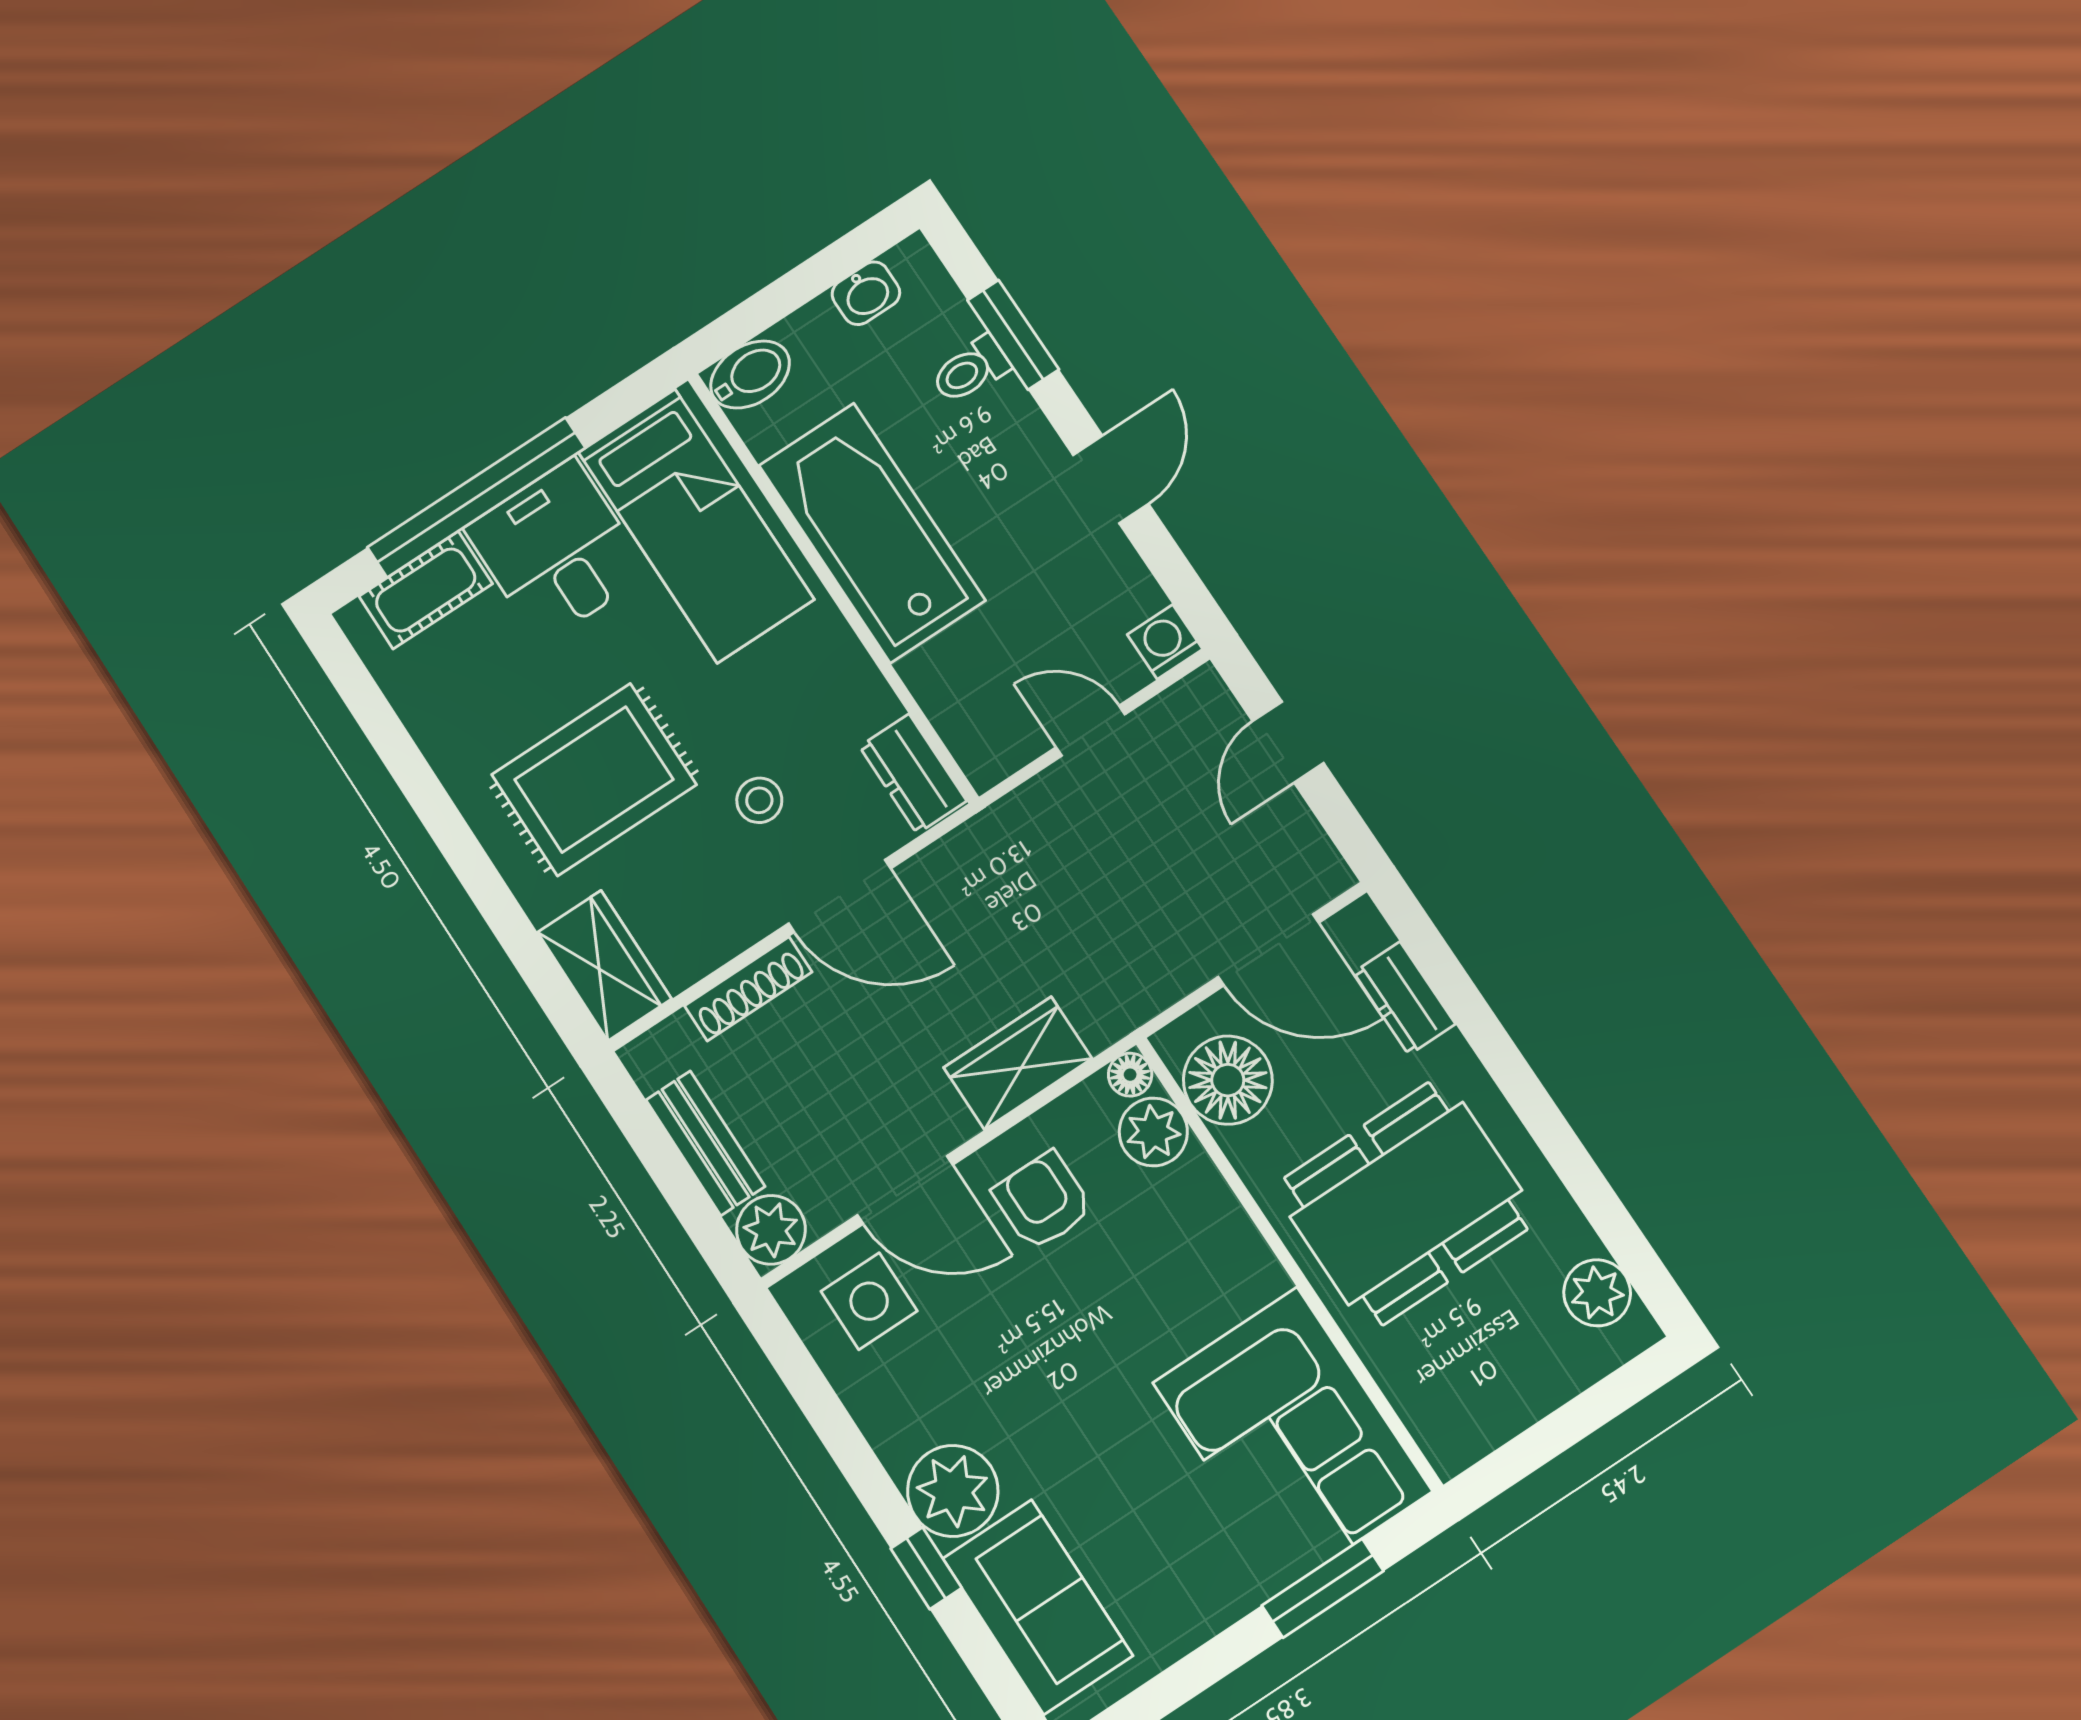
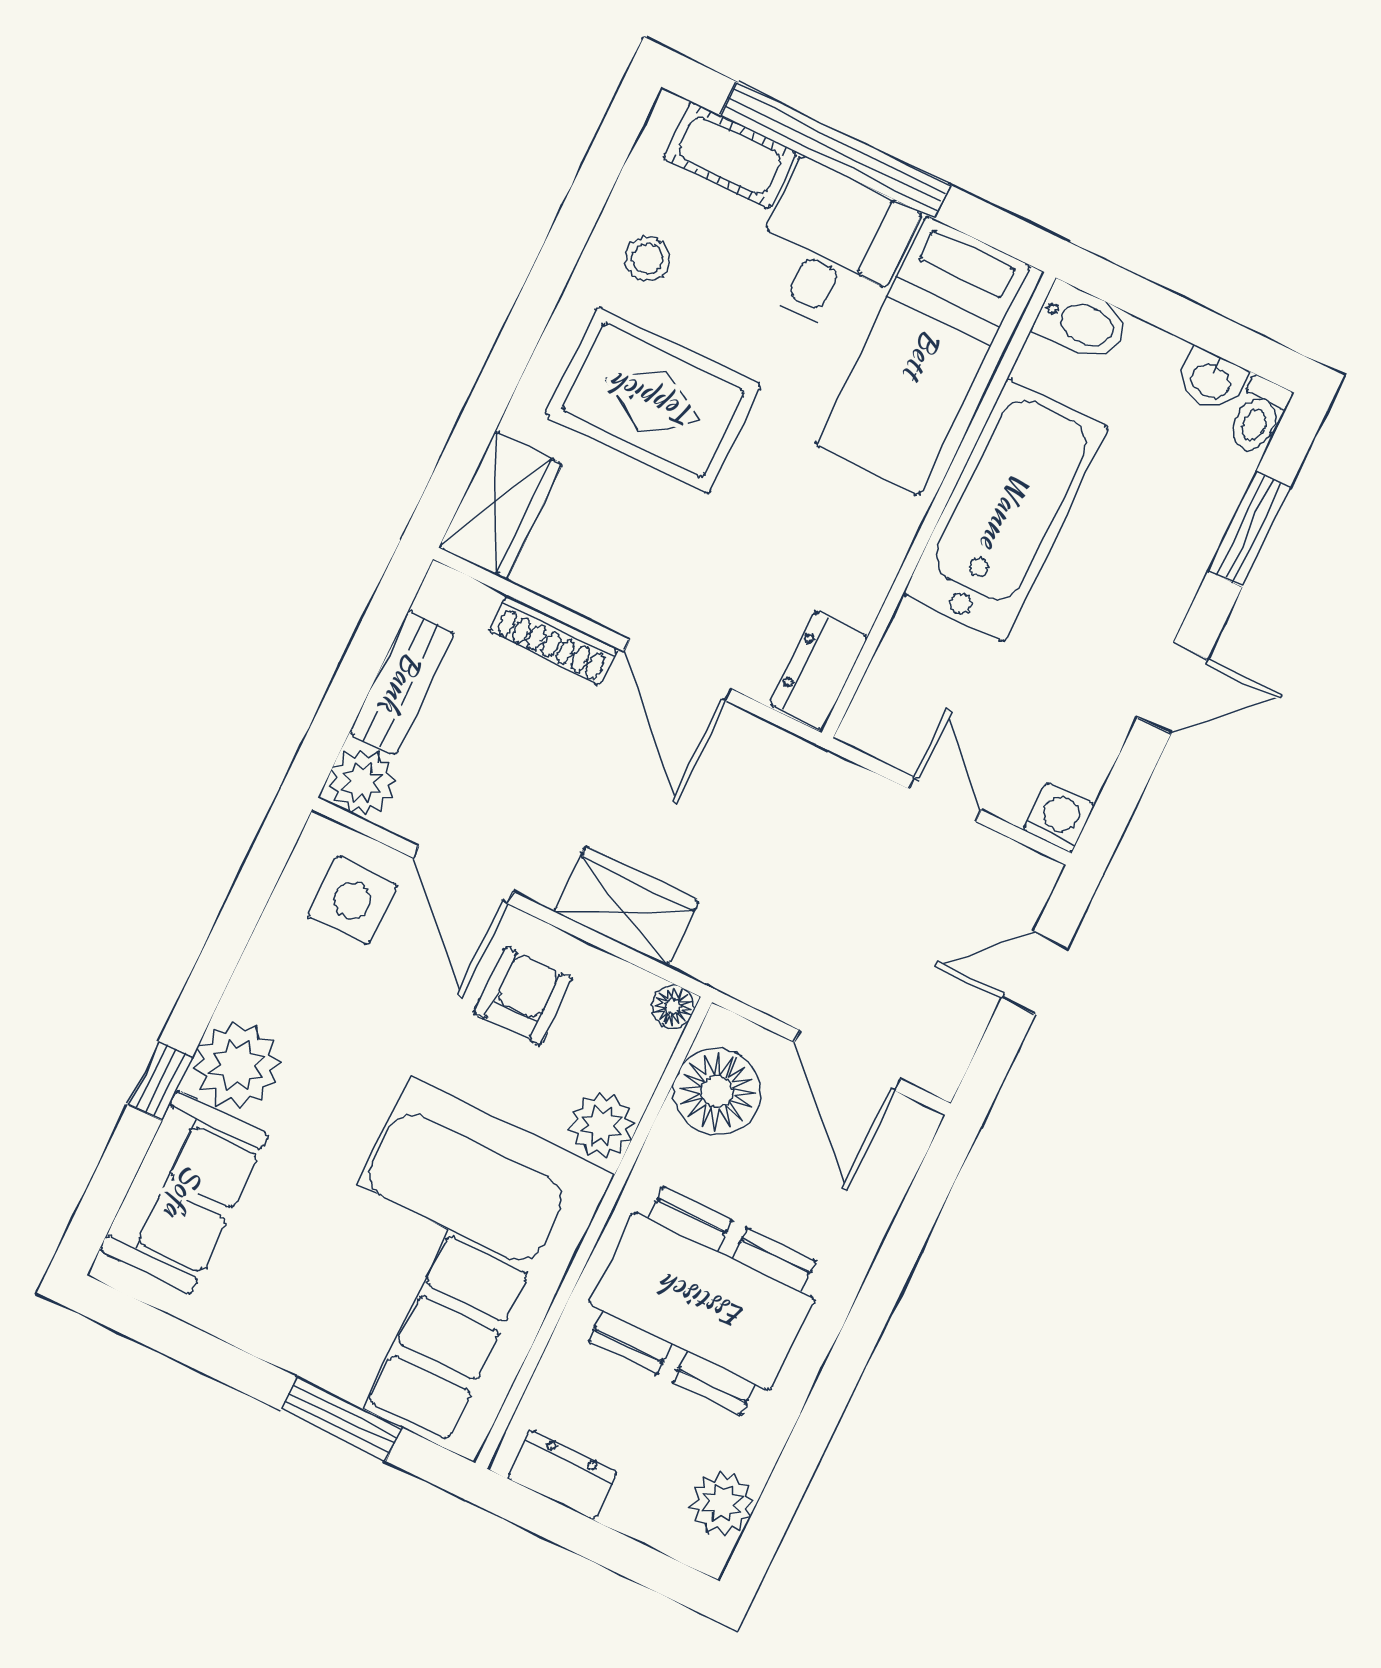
toilet: (970, 370) -> (1258, 416), moved, turned -90
stool: (759, 800) -> (647, 259), moved
dresser: (1404, 998) -> (562, 1475), moved, turned 90
plant: (1153, 1132) -> (602, 1126), moved
corner sofa: (1292, 1437) -> (442, 1269), width x1.36, depth x1.36

